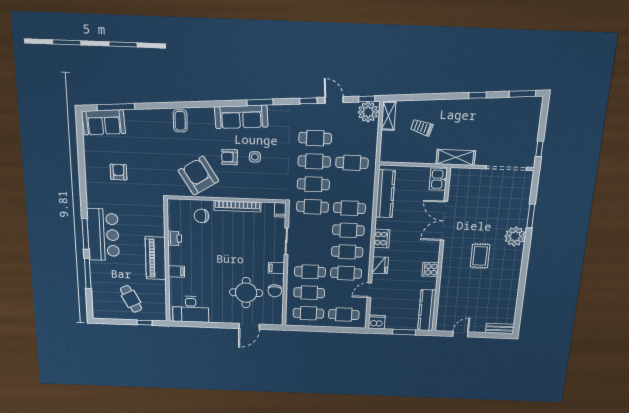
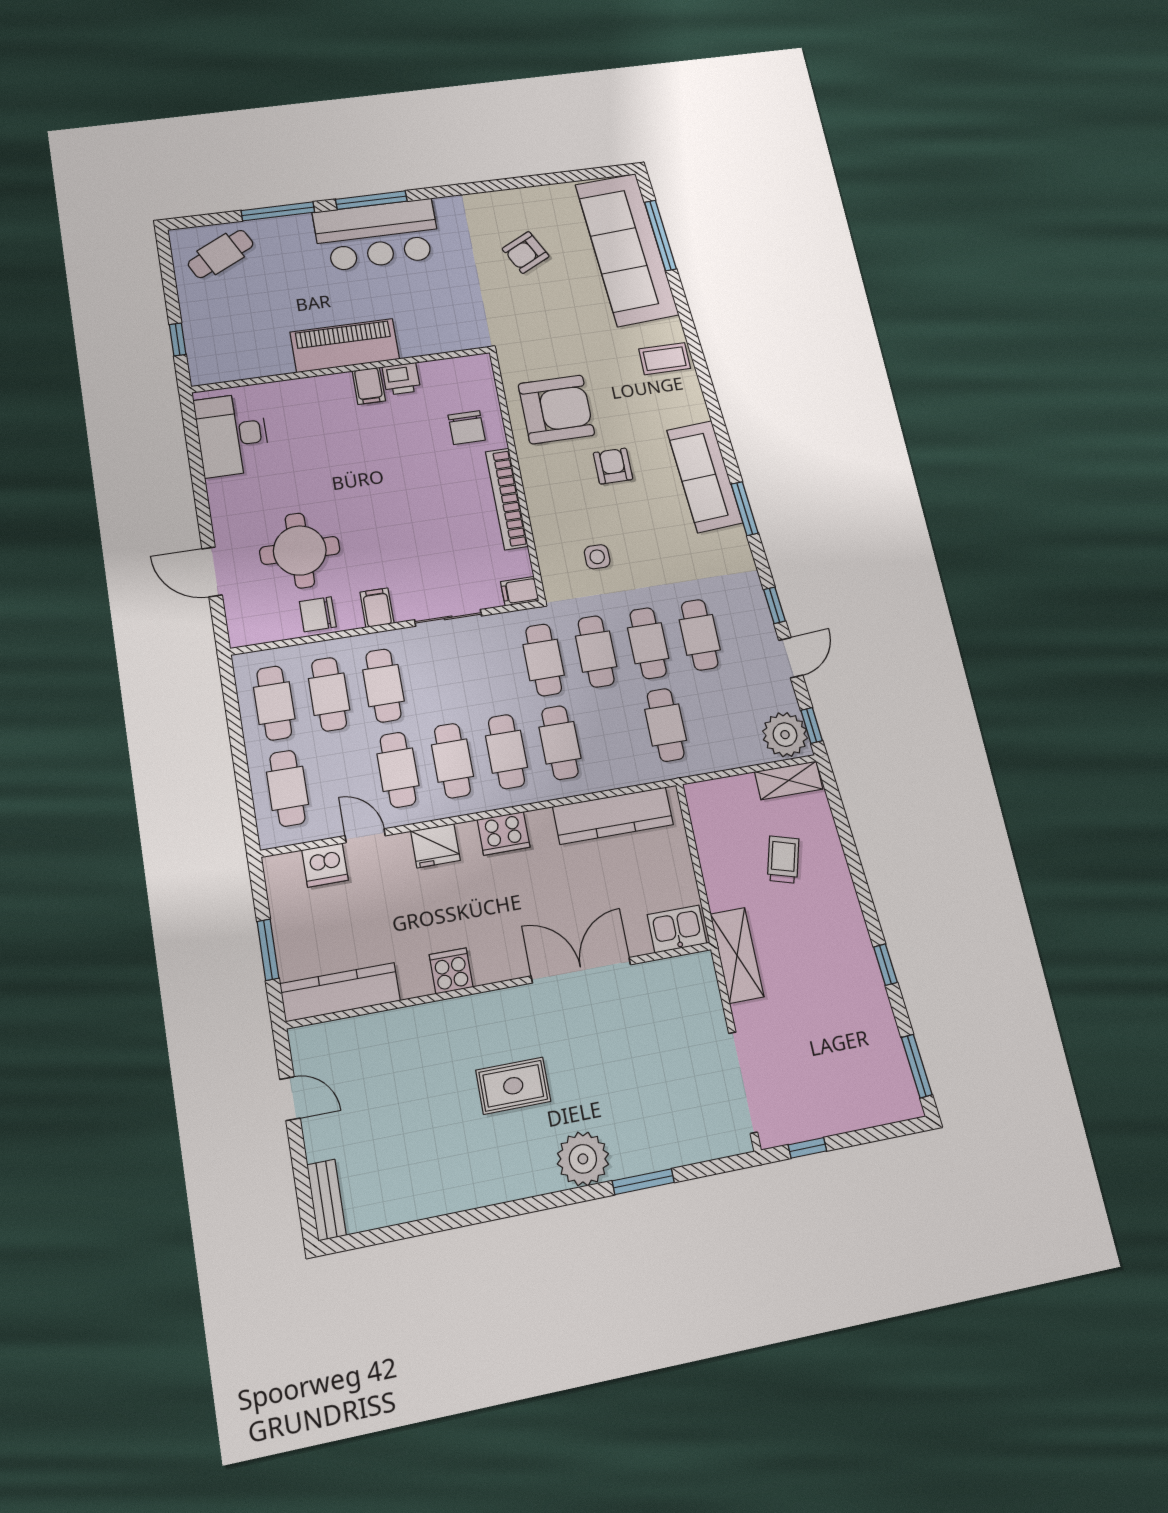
sofa: (104, 122) -> (627, 249), width x1.85, depth x1.27
side table: (255, 157) -> (597, 557), moved
armchair: (119, 172) -> (526, 252), turned 153
armchair: (198, 176) -> (556, 409), turned 32
chair: (201, 216) -> (467, 428), turned 180
filing cabinet: (176, 271) -> (369, 386), moved
cafe table: (131, 299) -> (221, 254), moved
dishwasher: (377, 322) -> (325, 865), moved, turned 90

